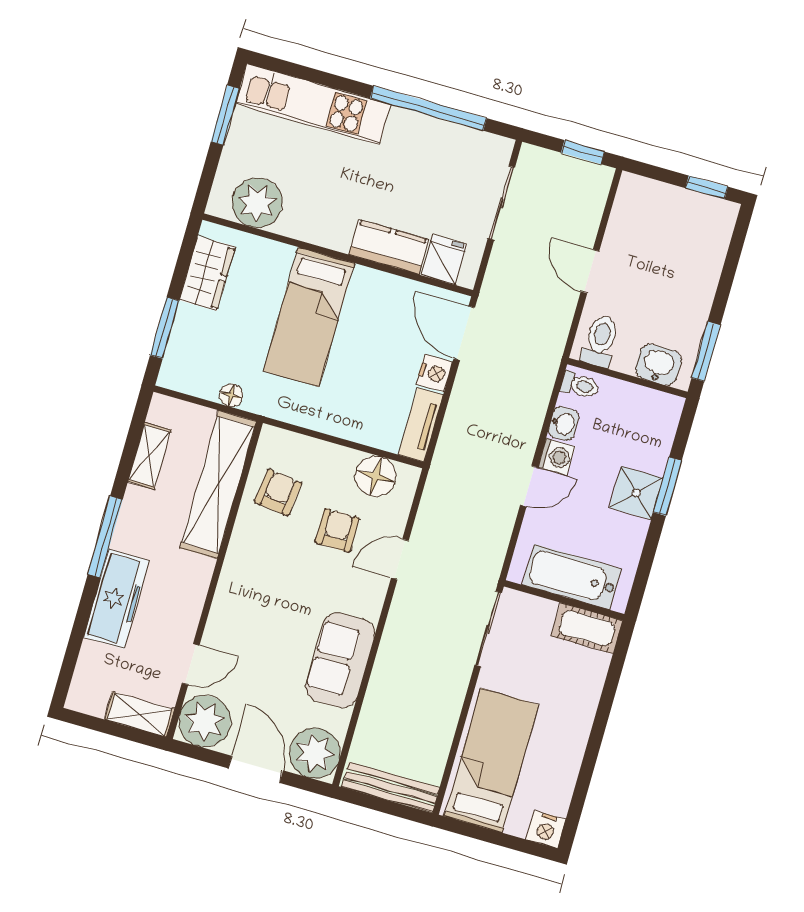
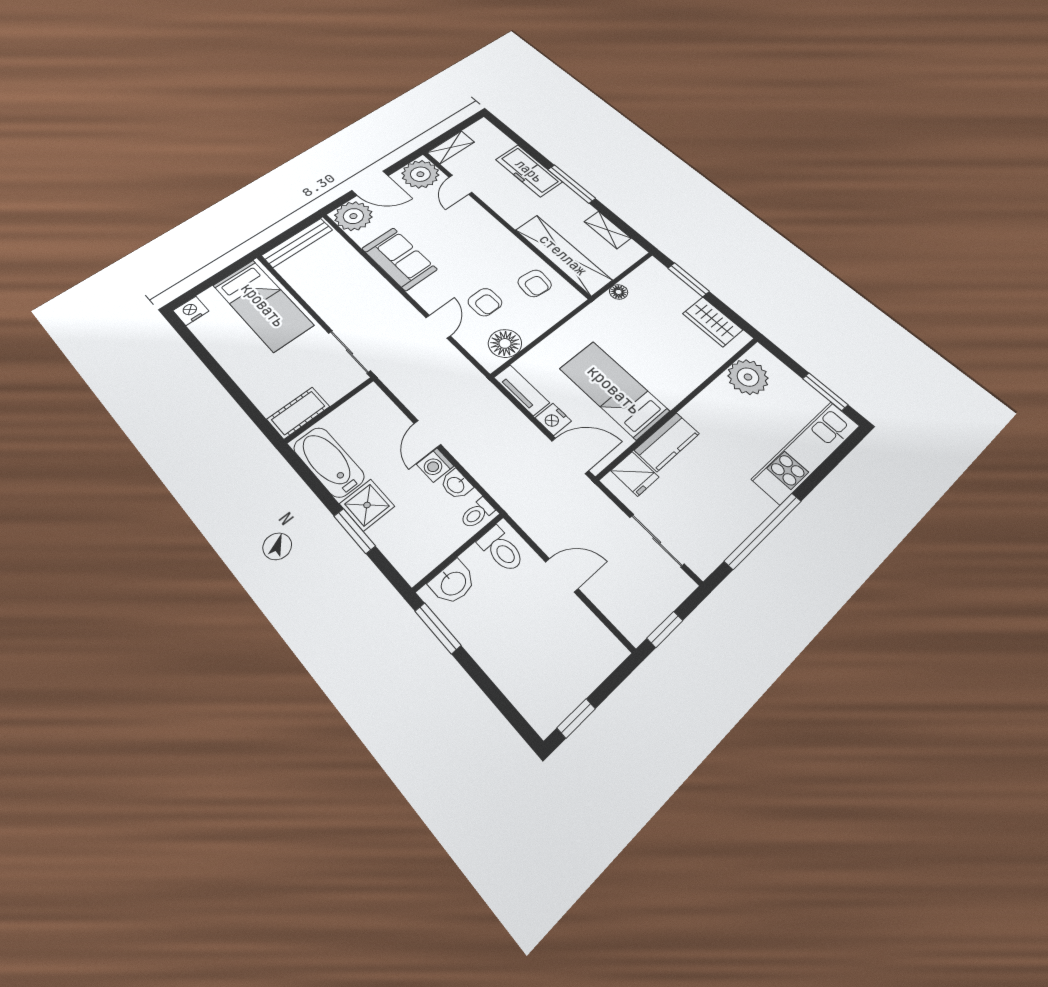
bed: (309, 317) -> (614, 390), moved
bathtub: (572, 577) -> (329, 462), moved, turned -90

